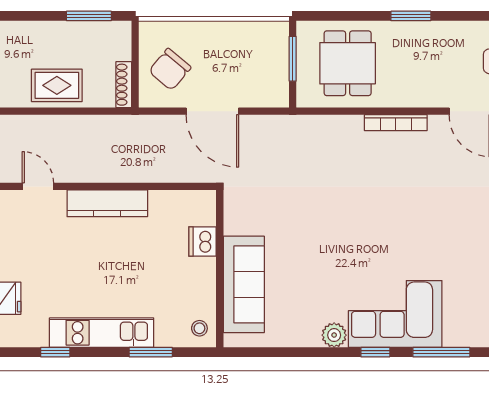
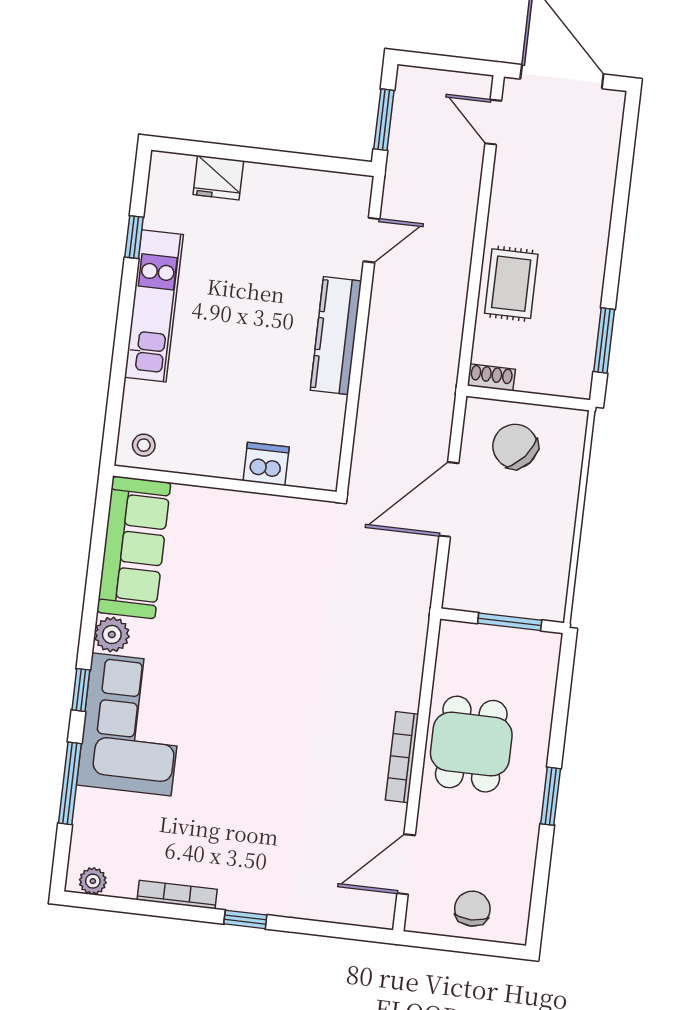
dining table: (348, 63) -> (471, 744), moved, turned 90
shoe rack: (124, 85) -> (491, 377), width x0.70
sofa: (244, 284) -> (134, 548), moved, turned -90
window: (151, 352) -> (118, 372), removed

